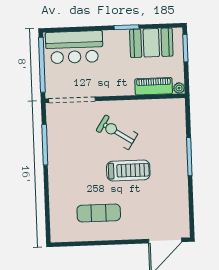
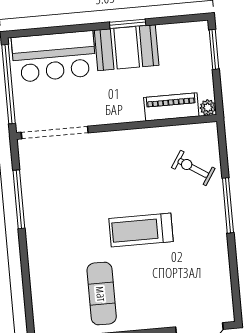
booth: (151, 43) -> (127, 48), moved
exercise bike: (117, 132) -> (193, 168), moved, width x0.73, depth x0.72
treadmill: (128, 170) -> (141, 230), turned 180
exercise mat: (99, 213) -> (102, 294), turned 90

